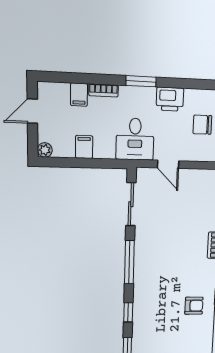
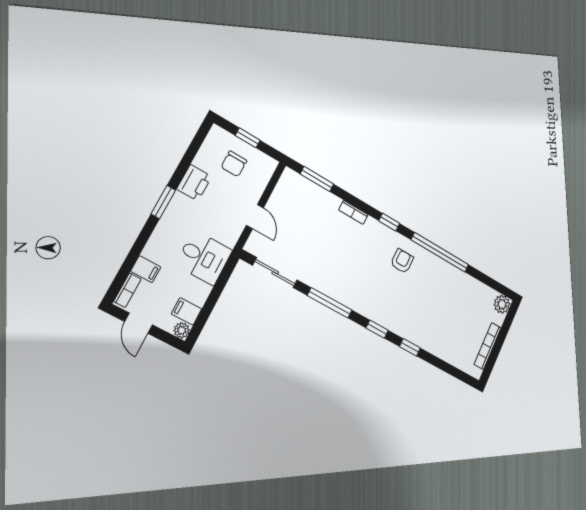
bookcase: (103, 90) -> (127, 290), moved
desk: (135, 139) -> (204, 258), moved
filing cabinet: (84, 147) -> (187, 311), moved
door: (168, 164) -> (255, 217), hinge flipped

